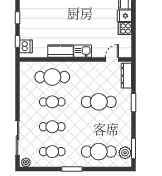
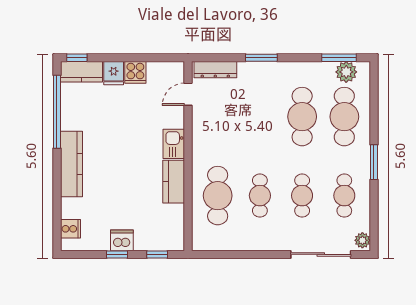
dishwasher: (26, 46) -> (122, 240), moved
door: (112, 60) -> (188, 94), hinge flipped
cafe table: (99, 102) -> (302, 117), moved

